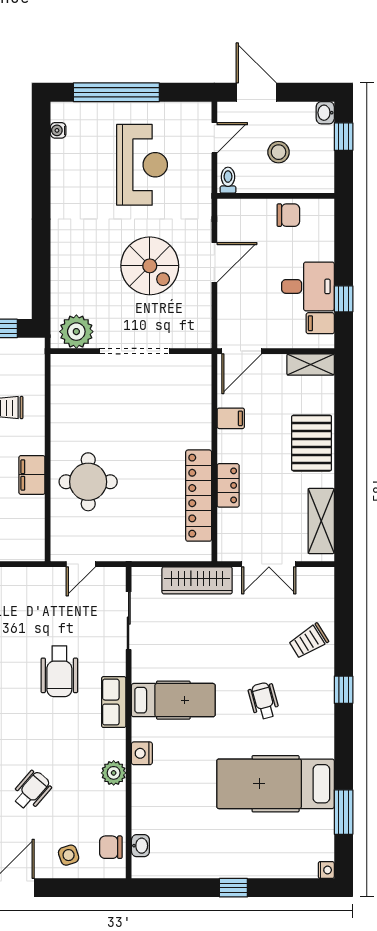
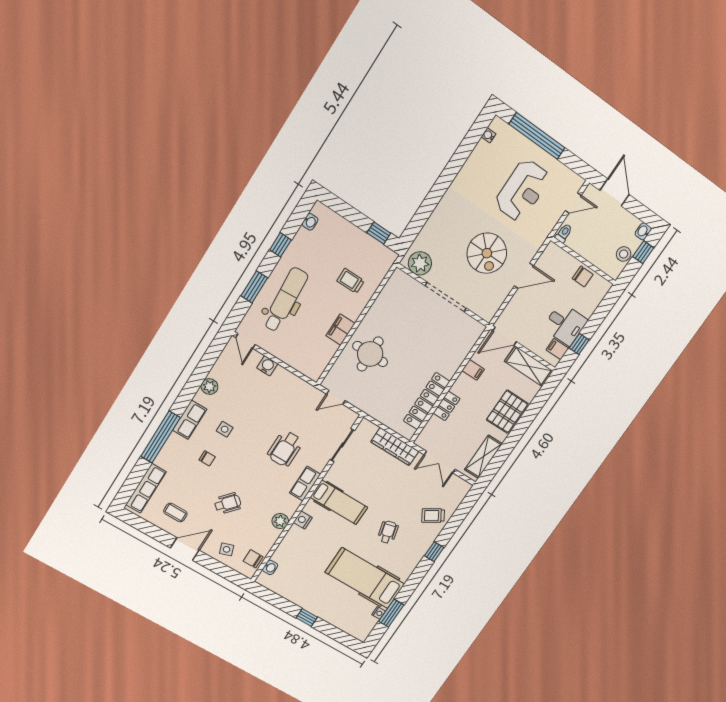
stool: (279, 152) -> (624, 254), moved
shelving: (311, 365) -> (529, 366), width x1.50, depth x1.33
nightstand: (326, 870) -> (379, 613), moved

